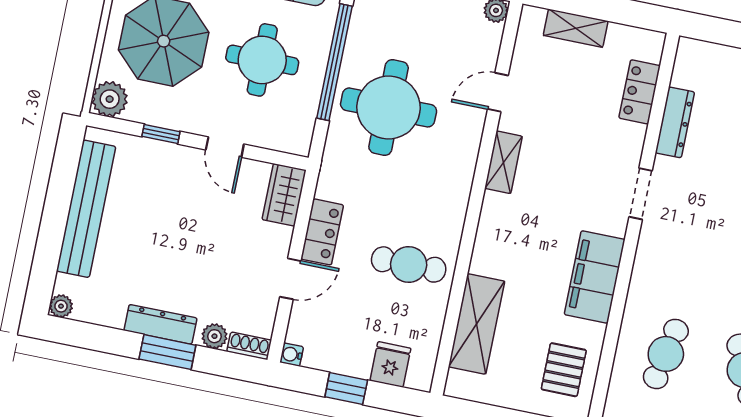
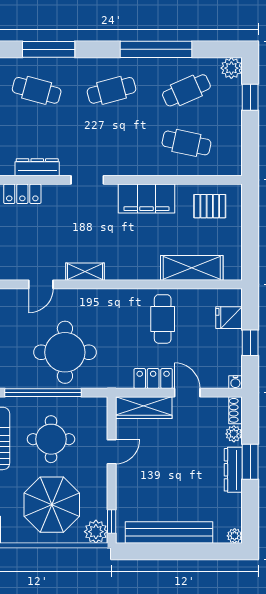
door: (498, 92) -> (41, 284), hinge flipped
window: (161, 134) -> (112, 522), moved
wardrobe: (284, 195) -> (144, 408), width x1.50

